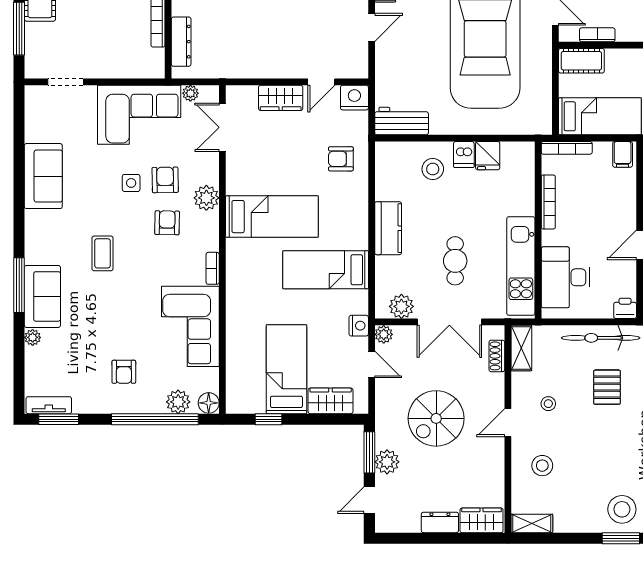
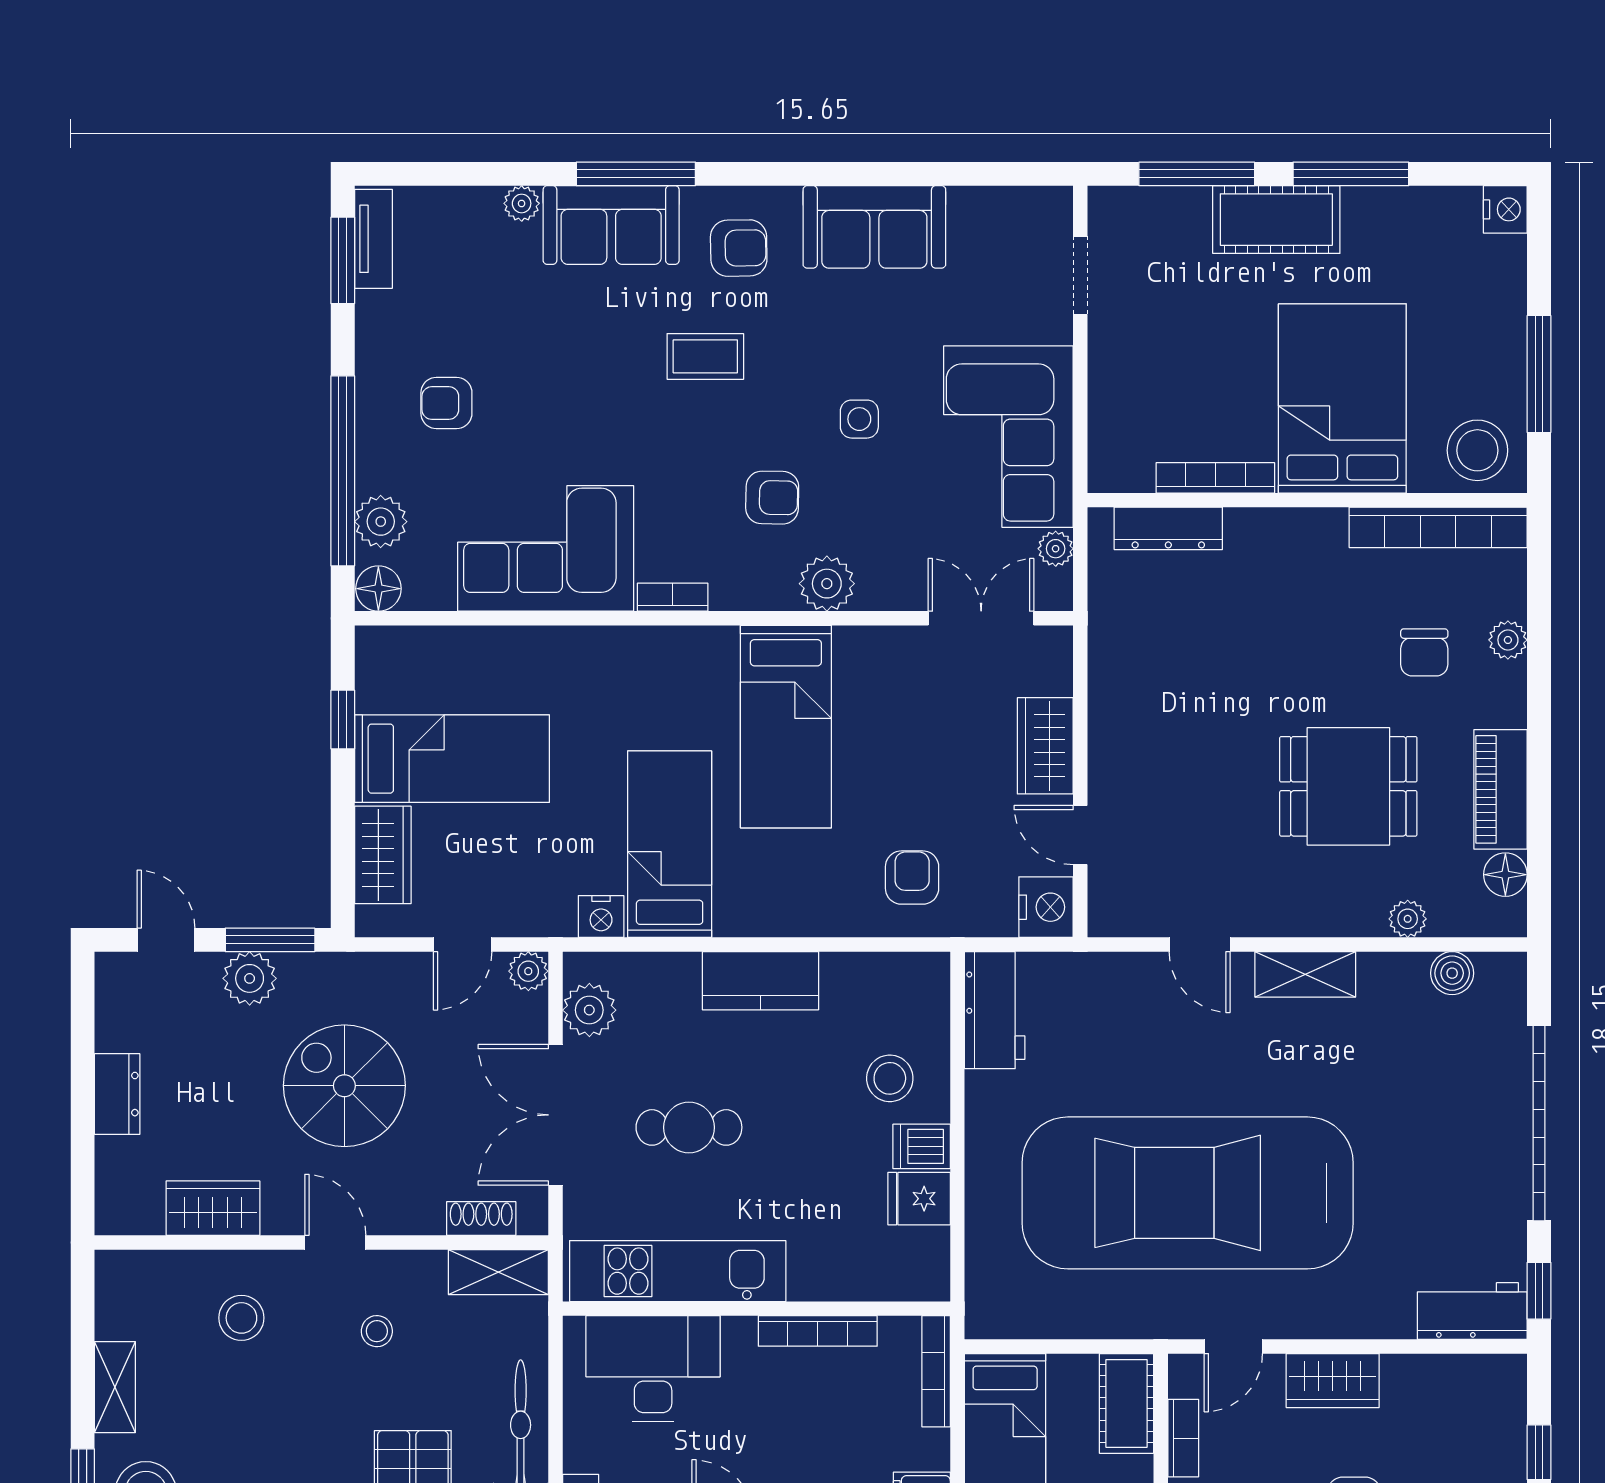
armchair: (165, 180) -> (739, 248), moved
nightstand: (359, 326) -> (601, 917), moved
wardrobe: (482, 520) -> (213, 1208), moved, turned -90
shelving: (532, 523) -> (115, 1387), moved

